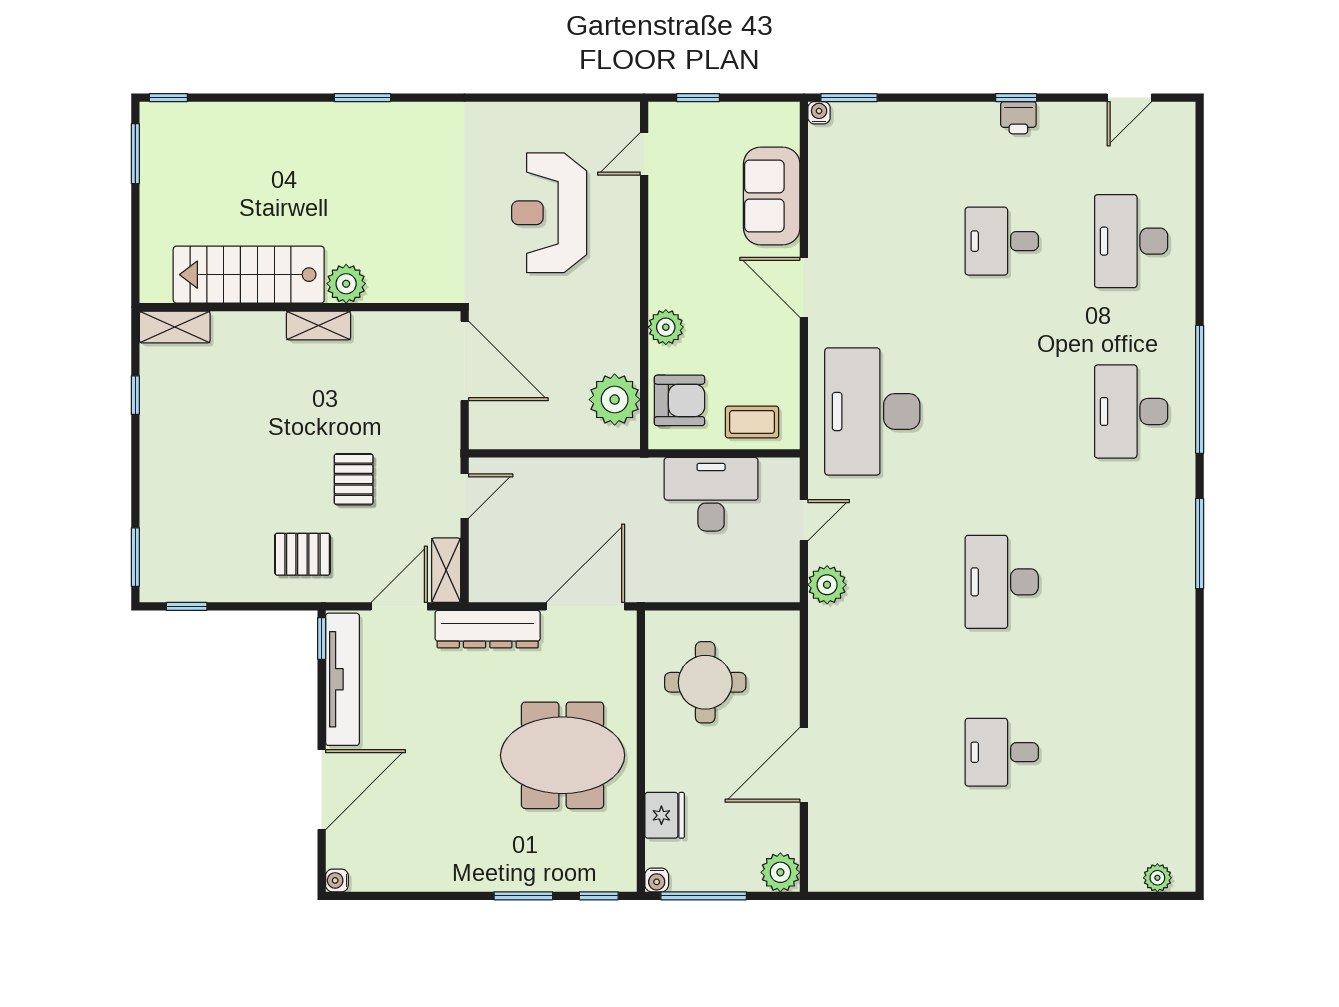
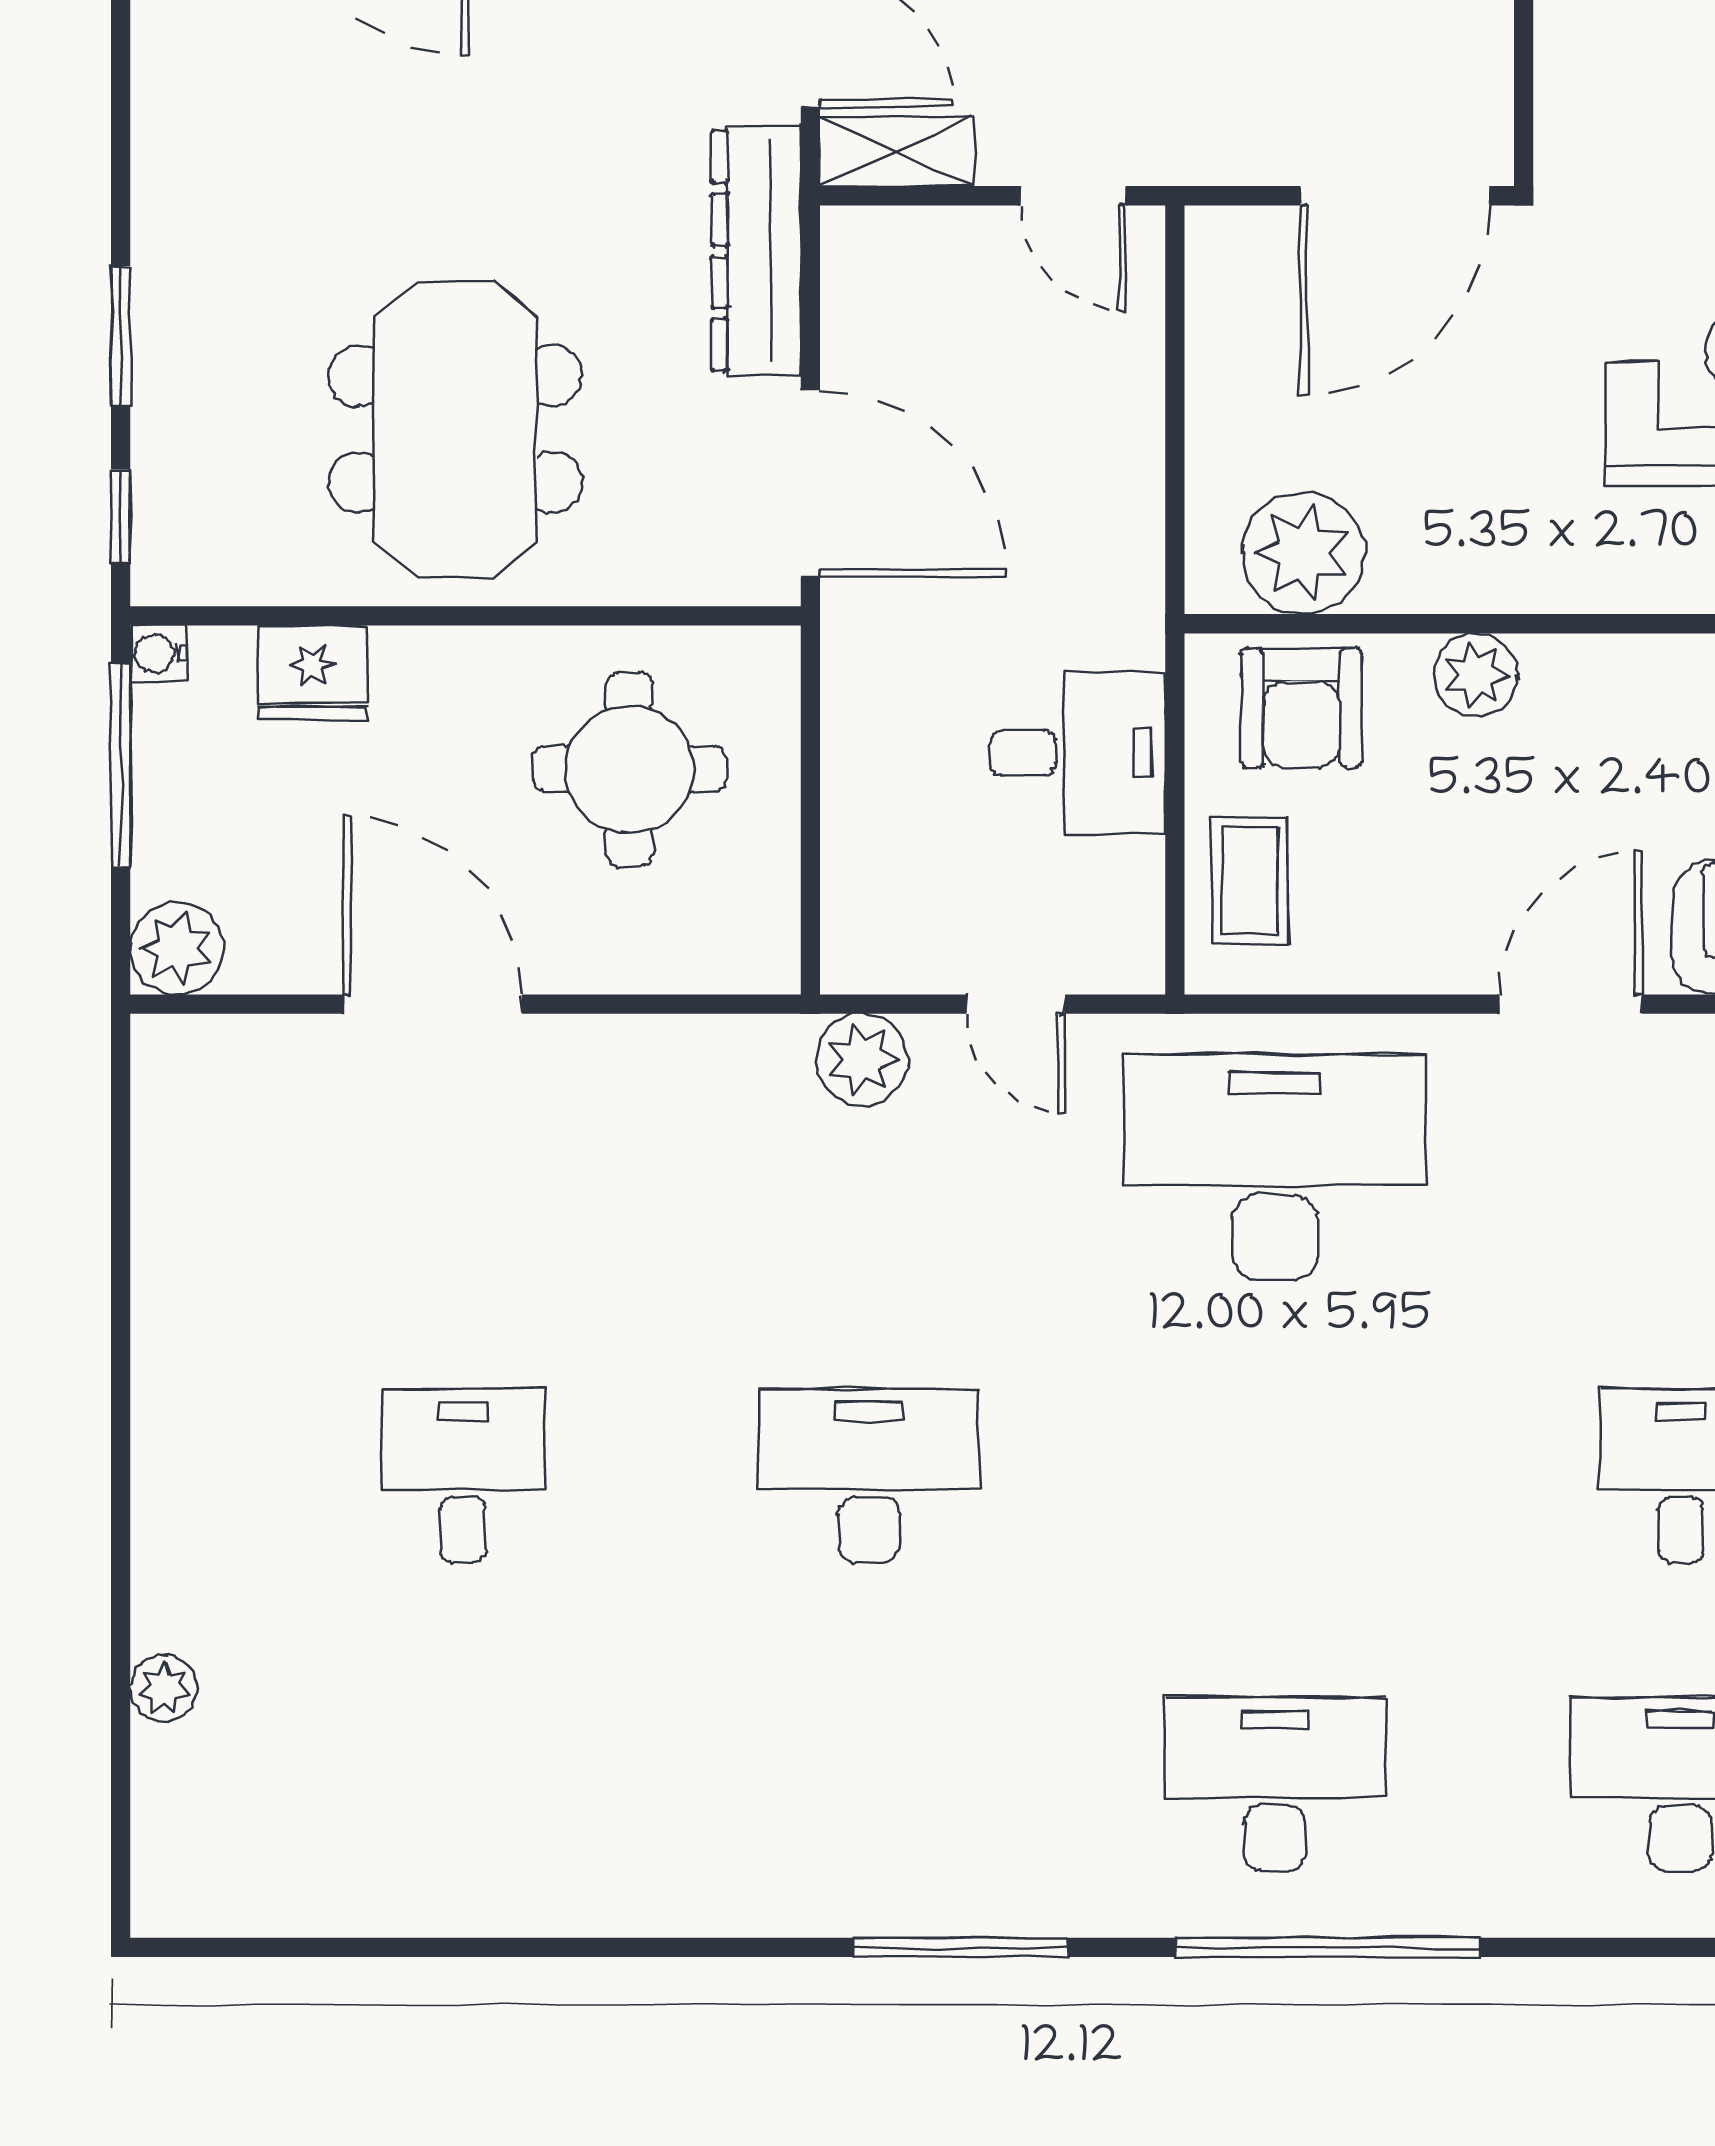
desk: (711, 494) -> (1078, 753), width x0.73
plant: (1157, 878) -> (164, 1688), moved

